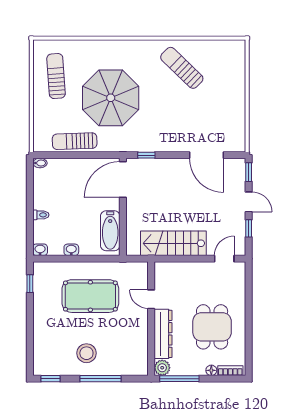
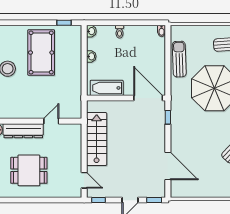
door: (207, 155) -> (168, 166), swing flipped
window: (249, 228) -> (99, 200), moved
pool table: (90, 296) -> (41, 53), moved

